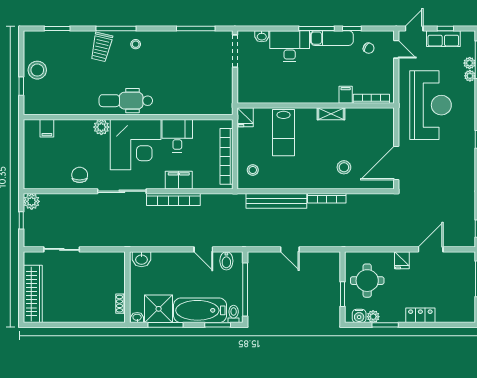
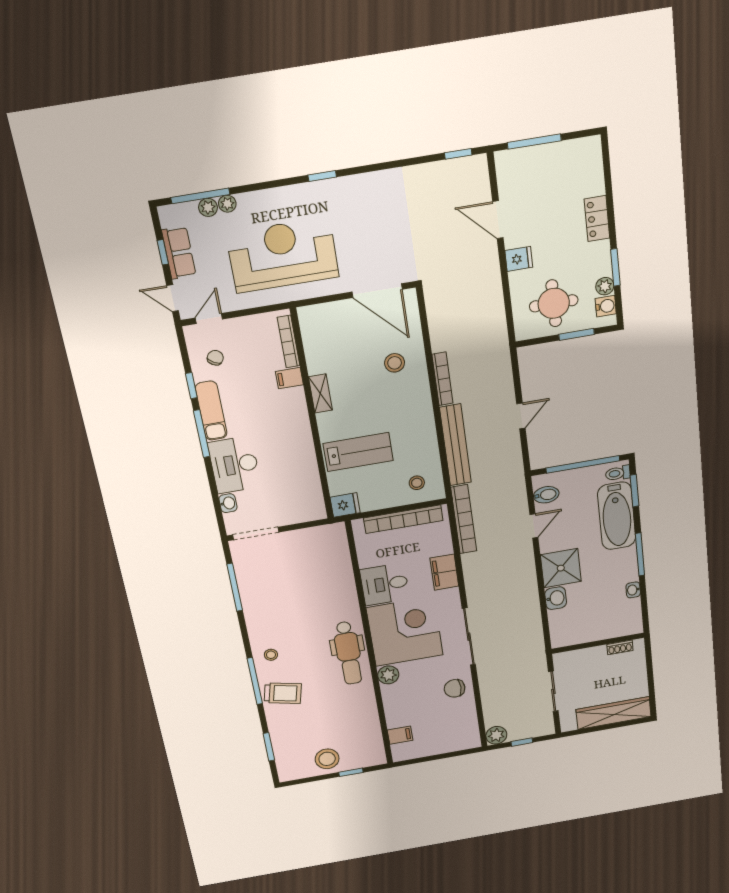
bookcase: (173, 199) -> (464, 519), moved
wall: (127, 287) -> (598, 643), moved
shoe rack: (121, 304) -> (620, 647), moved
shower: (159, 309) -> (561, 568), moved

